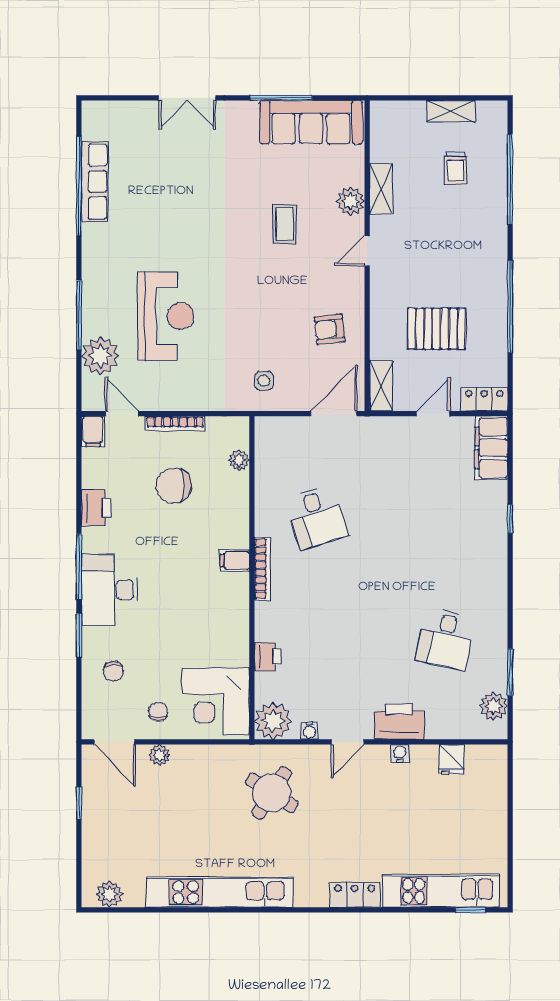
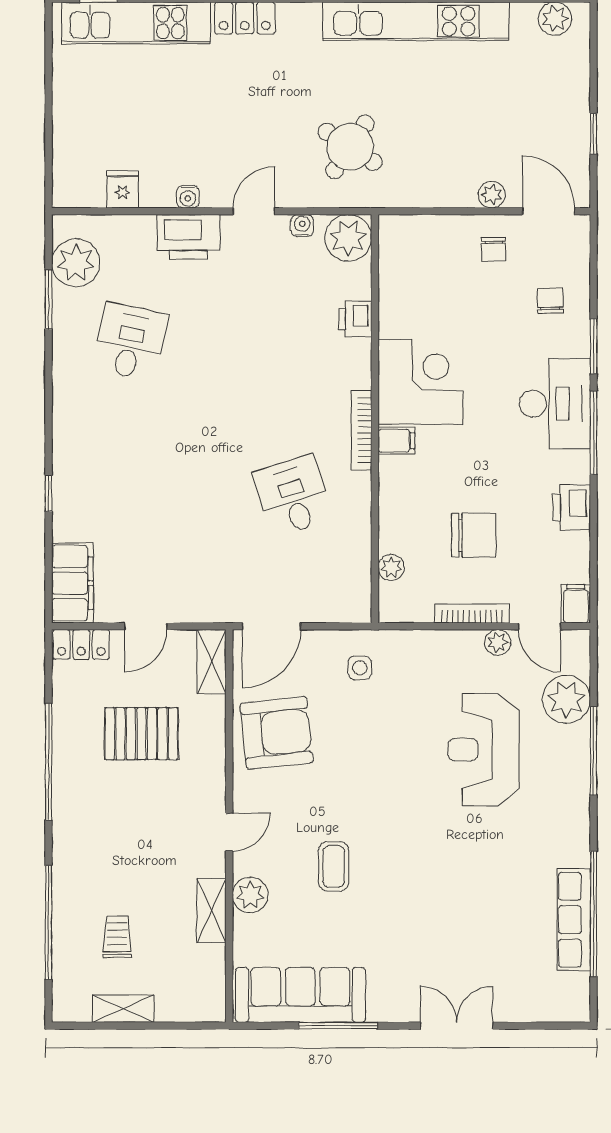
armchair: (330, 329) -> (277, 733), width x1.88, depth x1.88
plant: (155, 401) -> (498, 642), added
corner desk: (216, 701) -> (421, 382), moved
plant: (494, 706) -> (76, 263), width x1.36, depth x1.36

